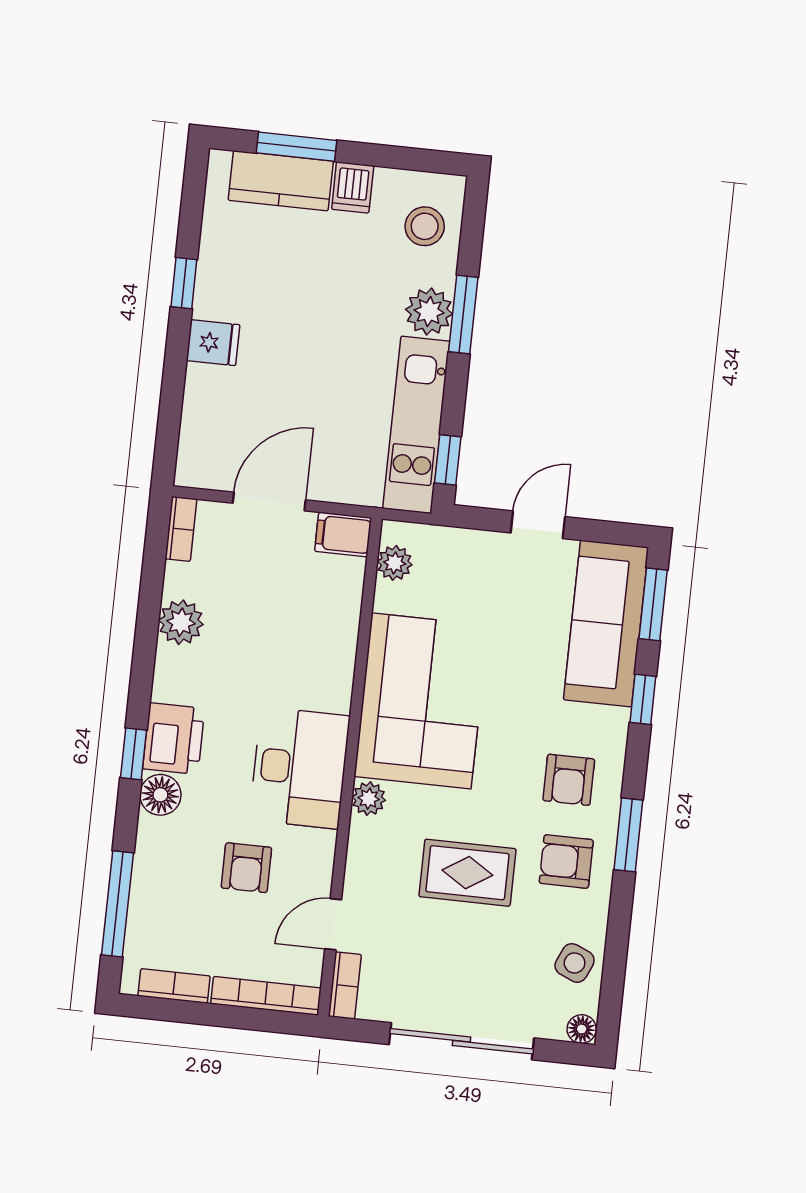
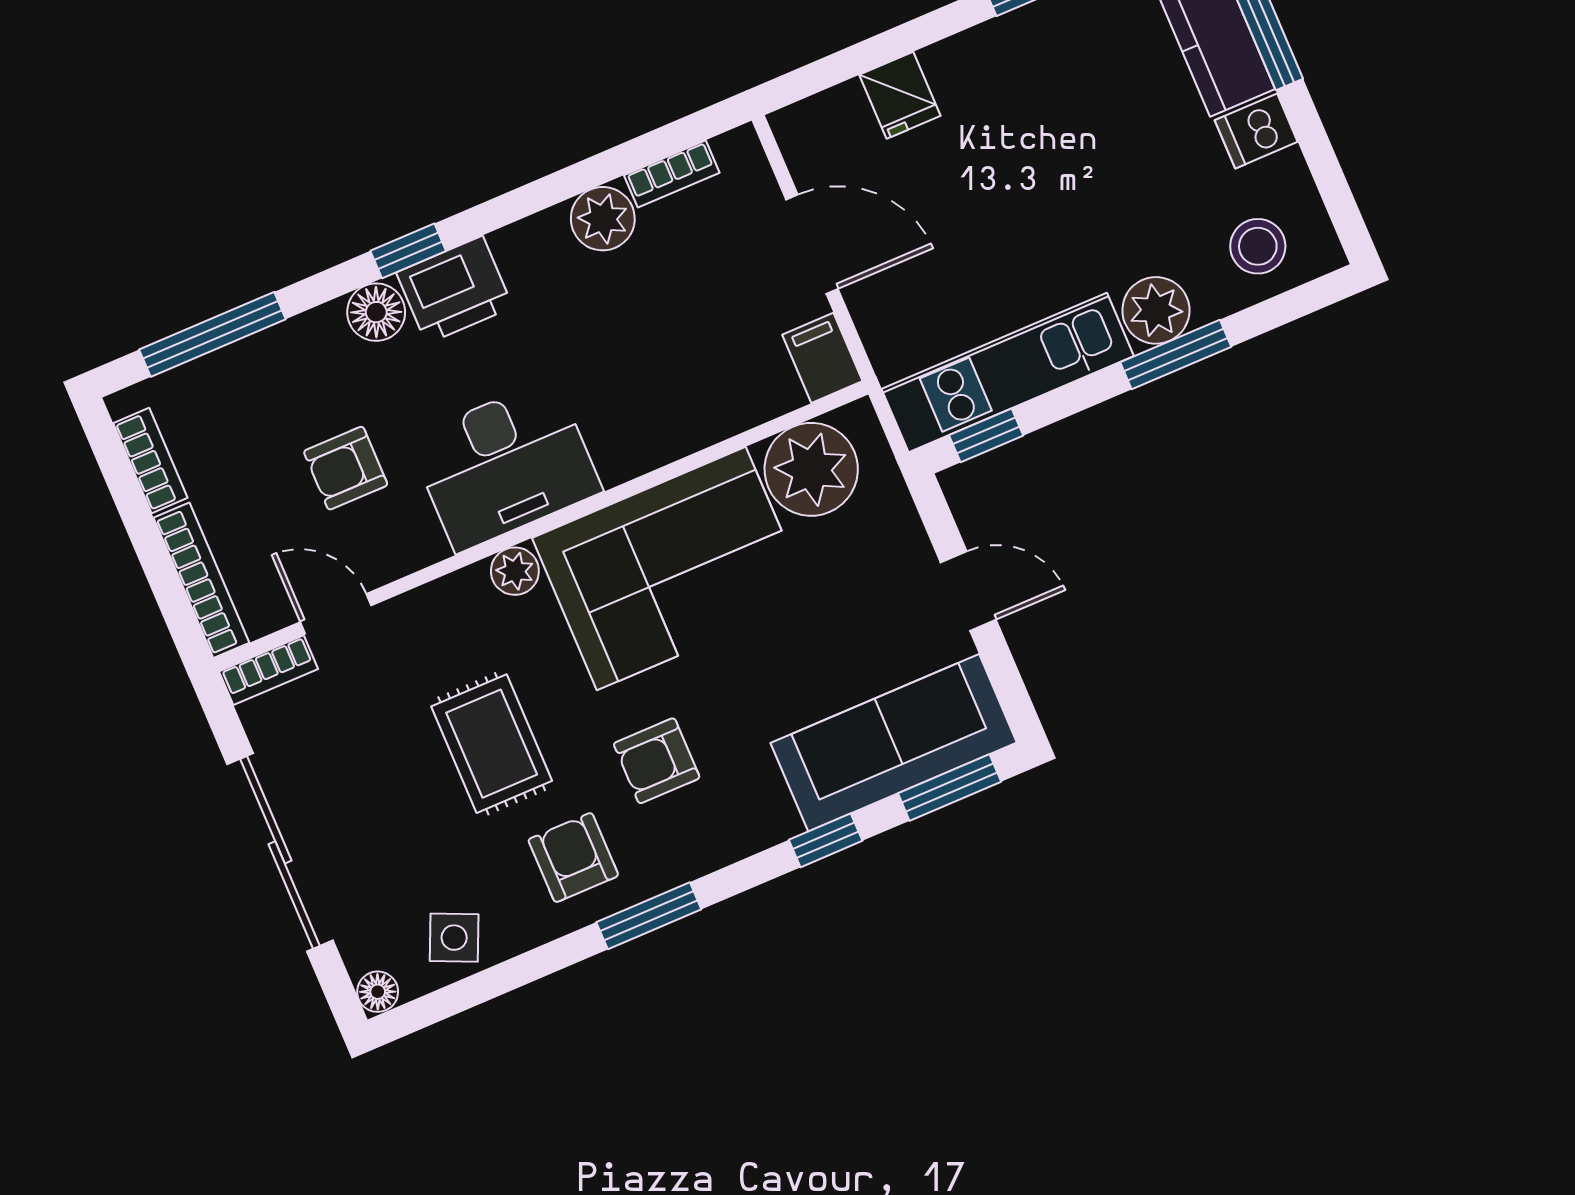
fridge: (213, 343) -> (900, 95), moved
bookcase: (181, 529) -> (672, 174), moved
plant: (395, 563) -> (811, 469), width x1.87, depth x1.87
armchair: (569, 780) -> (657, 761), moved

